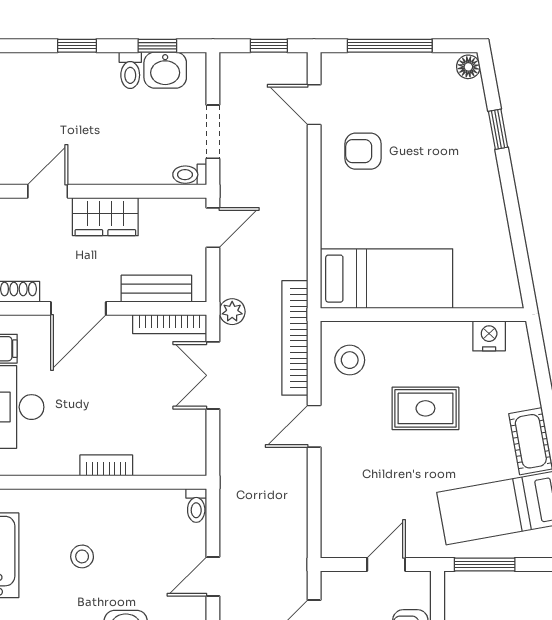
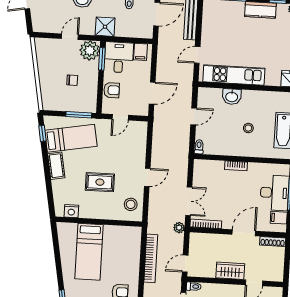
bed: (387, 279) -> (89, 252), moved, turned -90
bench: (156, 289) -> (210, 239), removed
bookcase: (295, 338) -> (151, 258), moved

